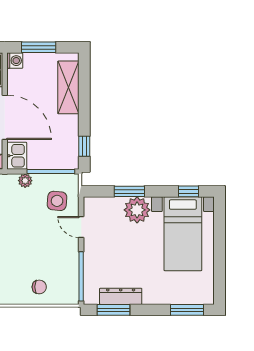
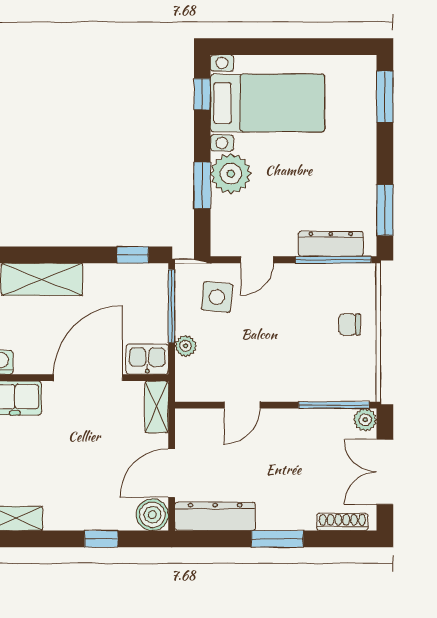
chair: (39, 287) -> (349, 324), turned -90
dresser: (121, 296) -> (331, 244), moved, turned 90

